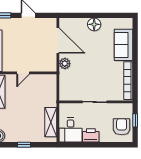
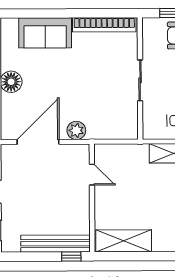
door: (23, 73) -> (92, 175), moved

